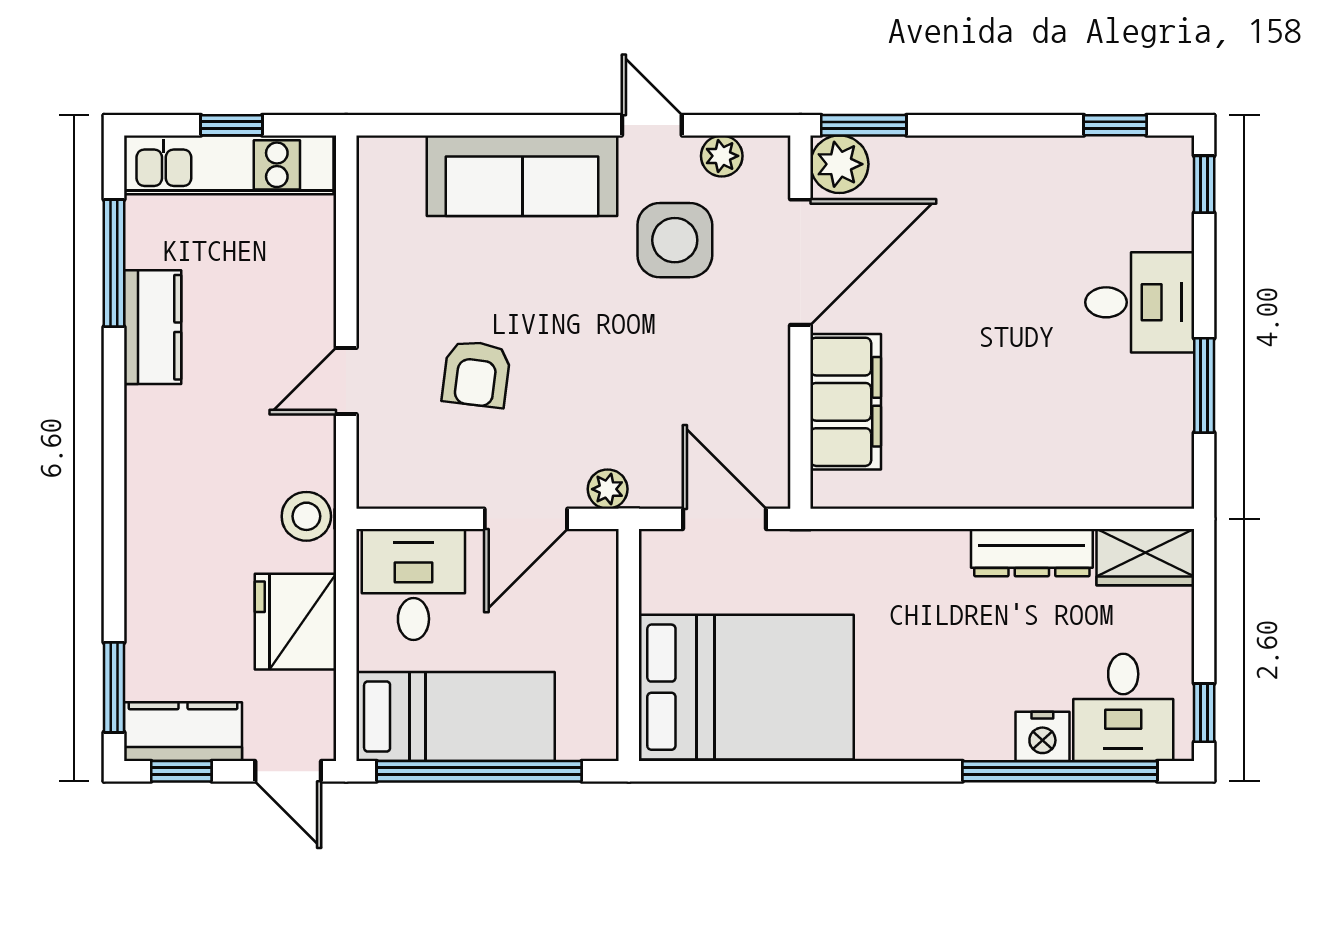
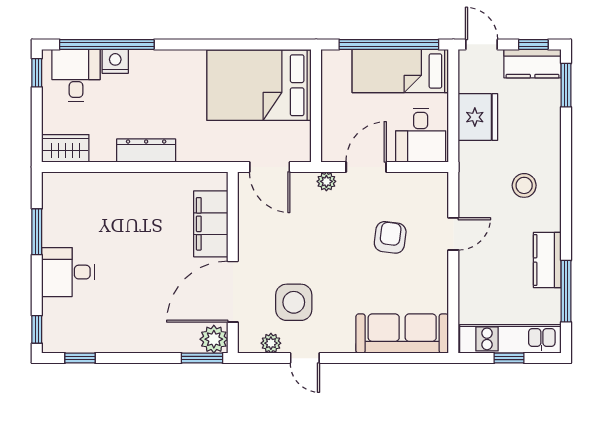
sofa: (522, 176) -> (402, 334), moved
stool: (306, 516) -> (524, 185), moved
dresser: (1032, 553) -> (146, 151), moved

